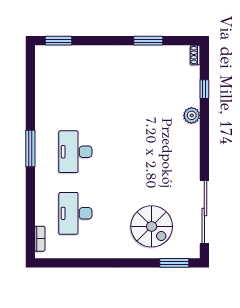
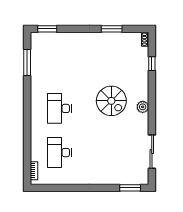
plant: (192, 115) -> (143, 107), moved
window: (30, 149) -> (27, 62), moved
sliding door: (204, 212) -> (152, 152), width x0.73
spiral stairs: (152, 226) -> (111, 101), moved

